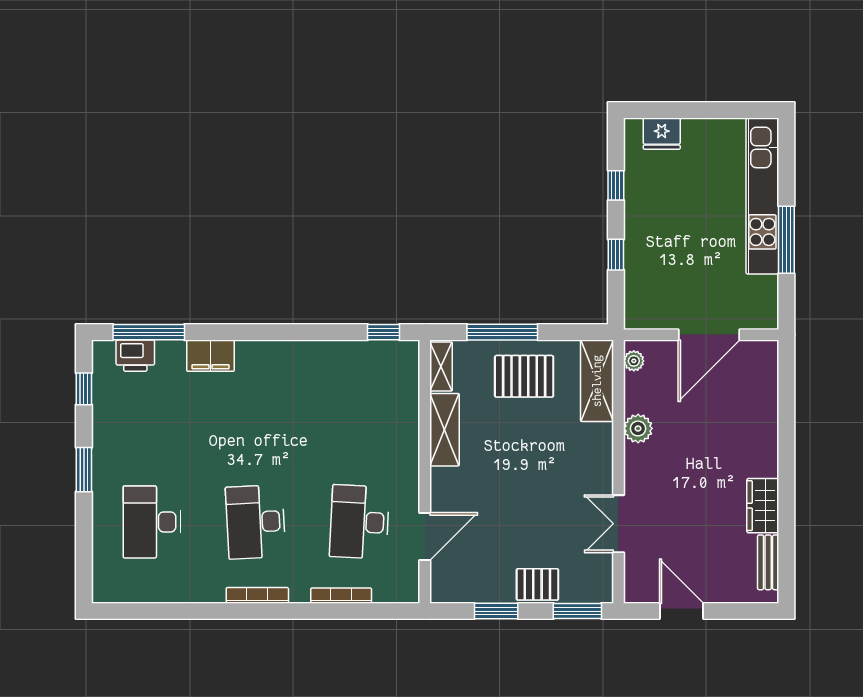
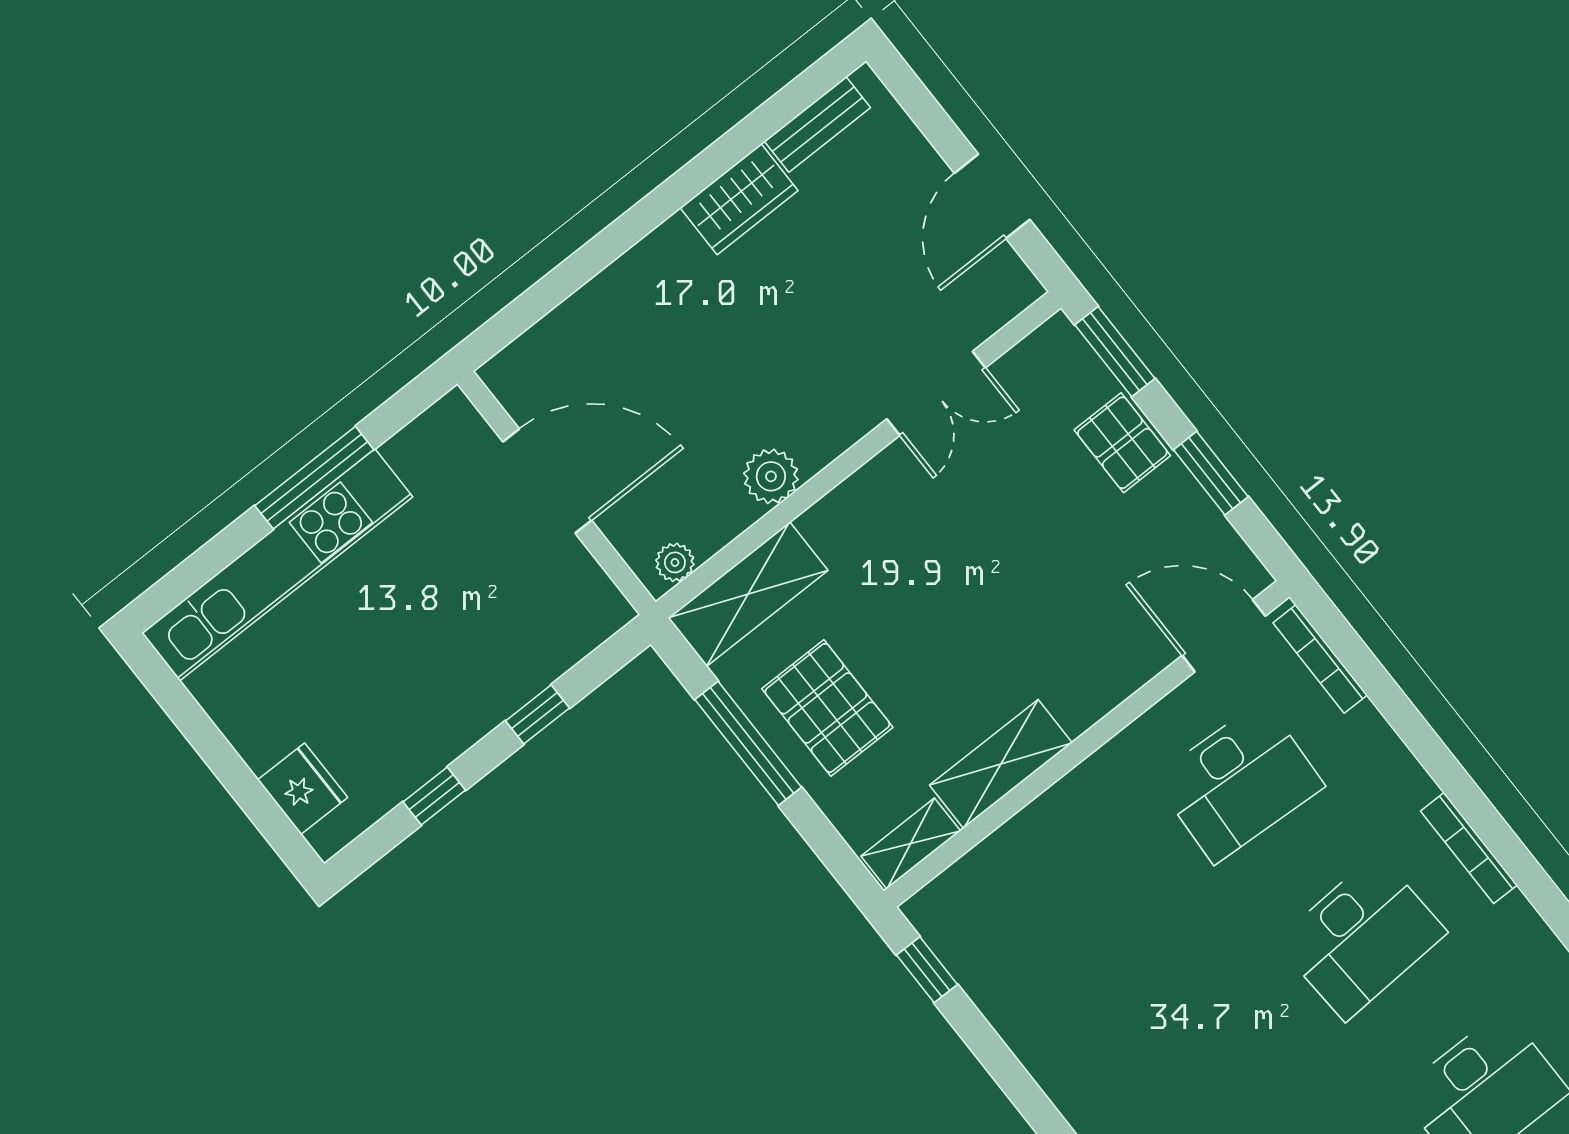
window: (502, 332) -> (748, 743), moved
door: (425, 537) -> (1224, 636), moved
bookcase: (341, 596) -> (1320, 659), moved

